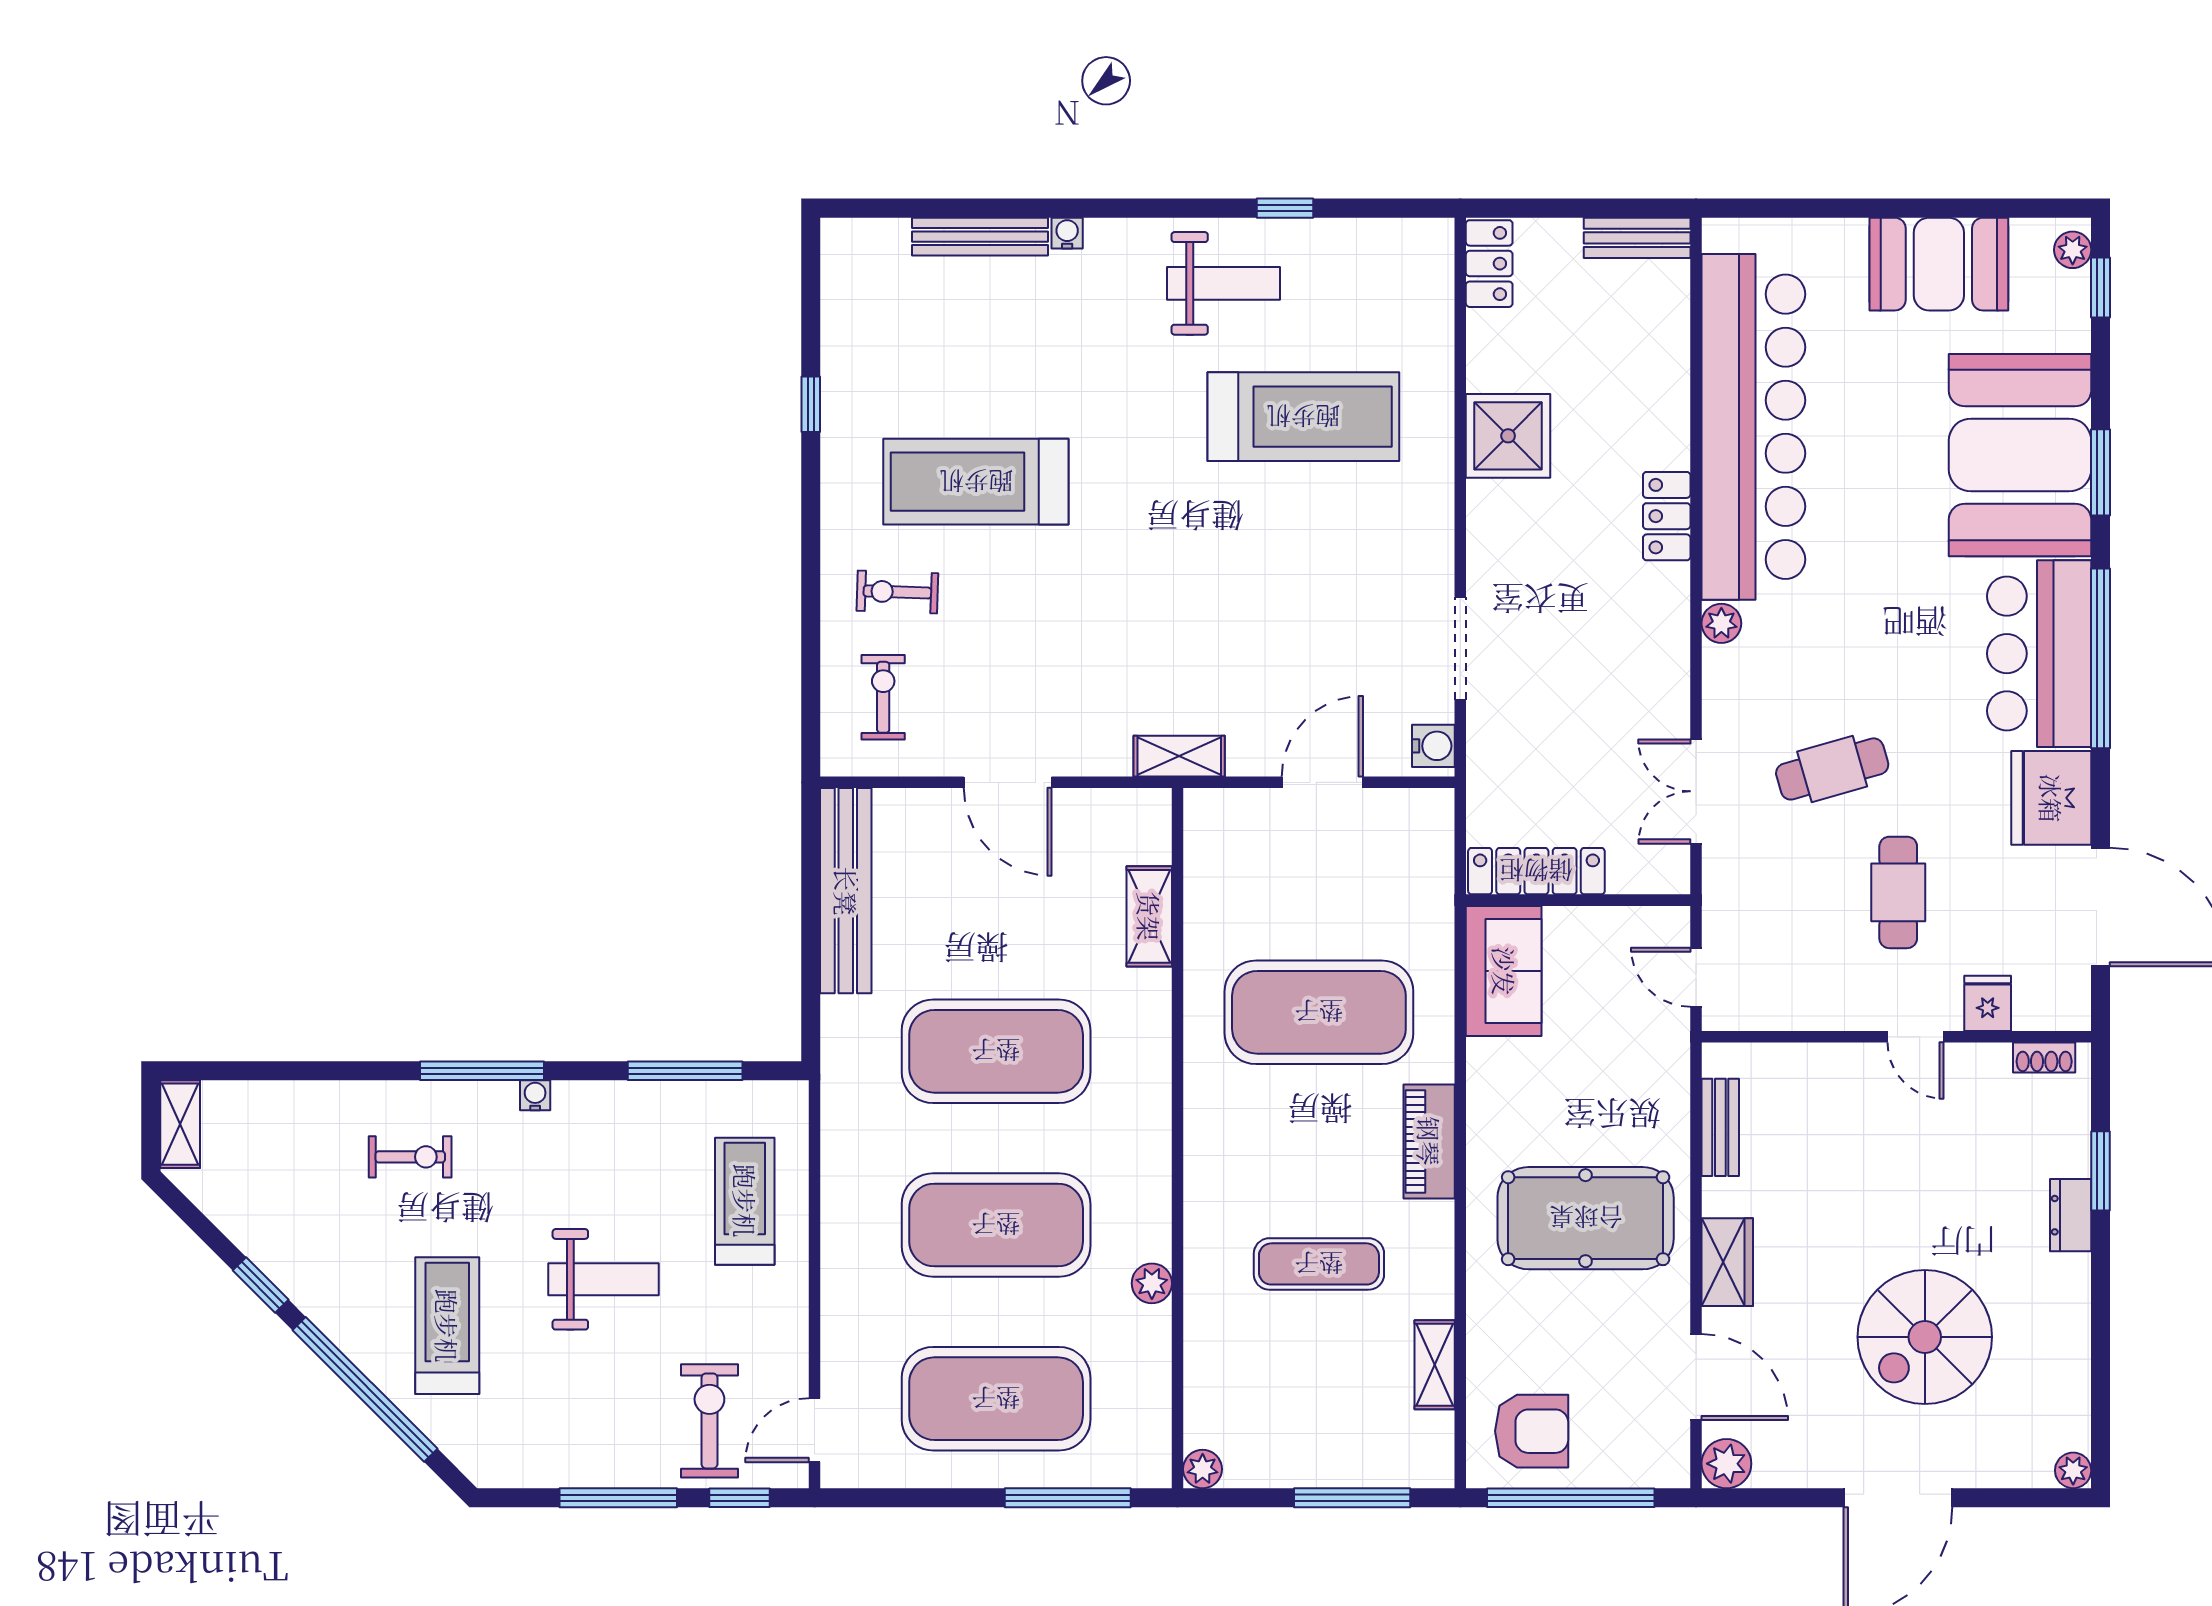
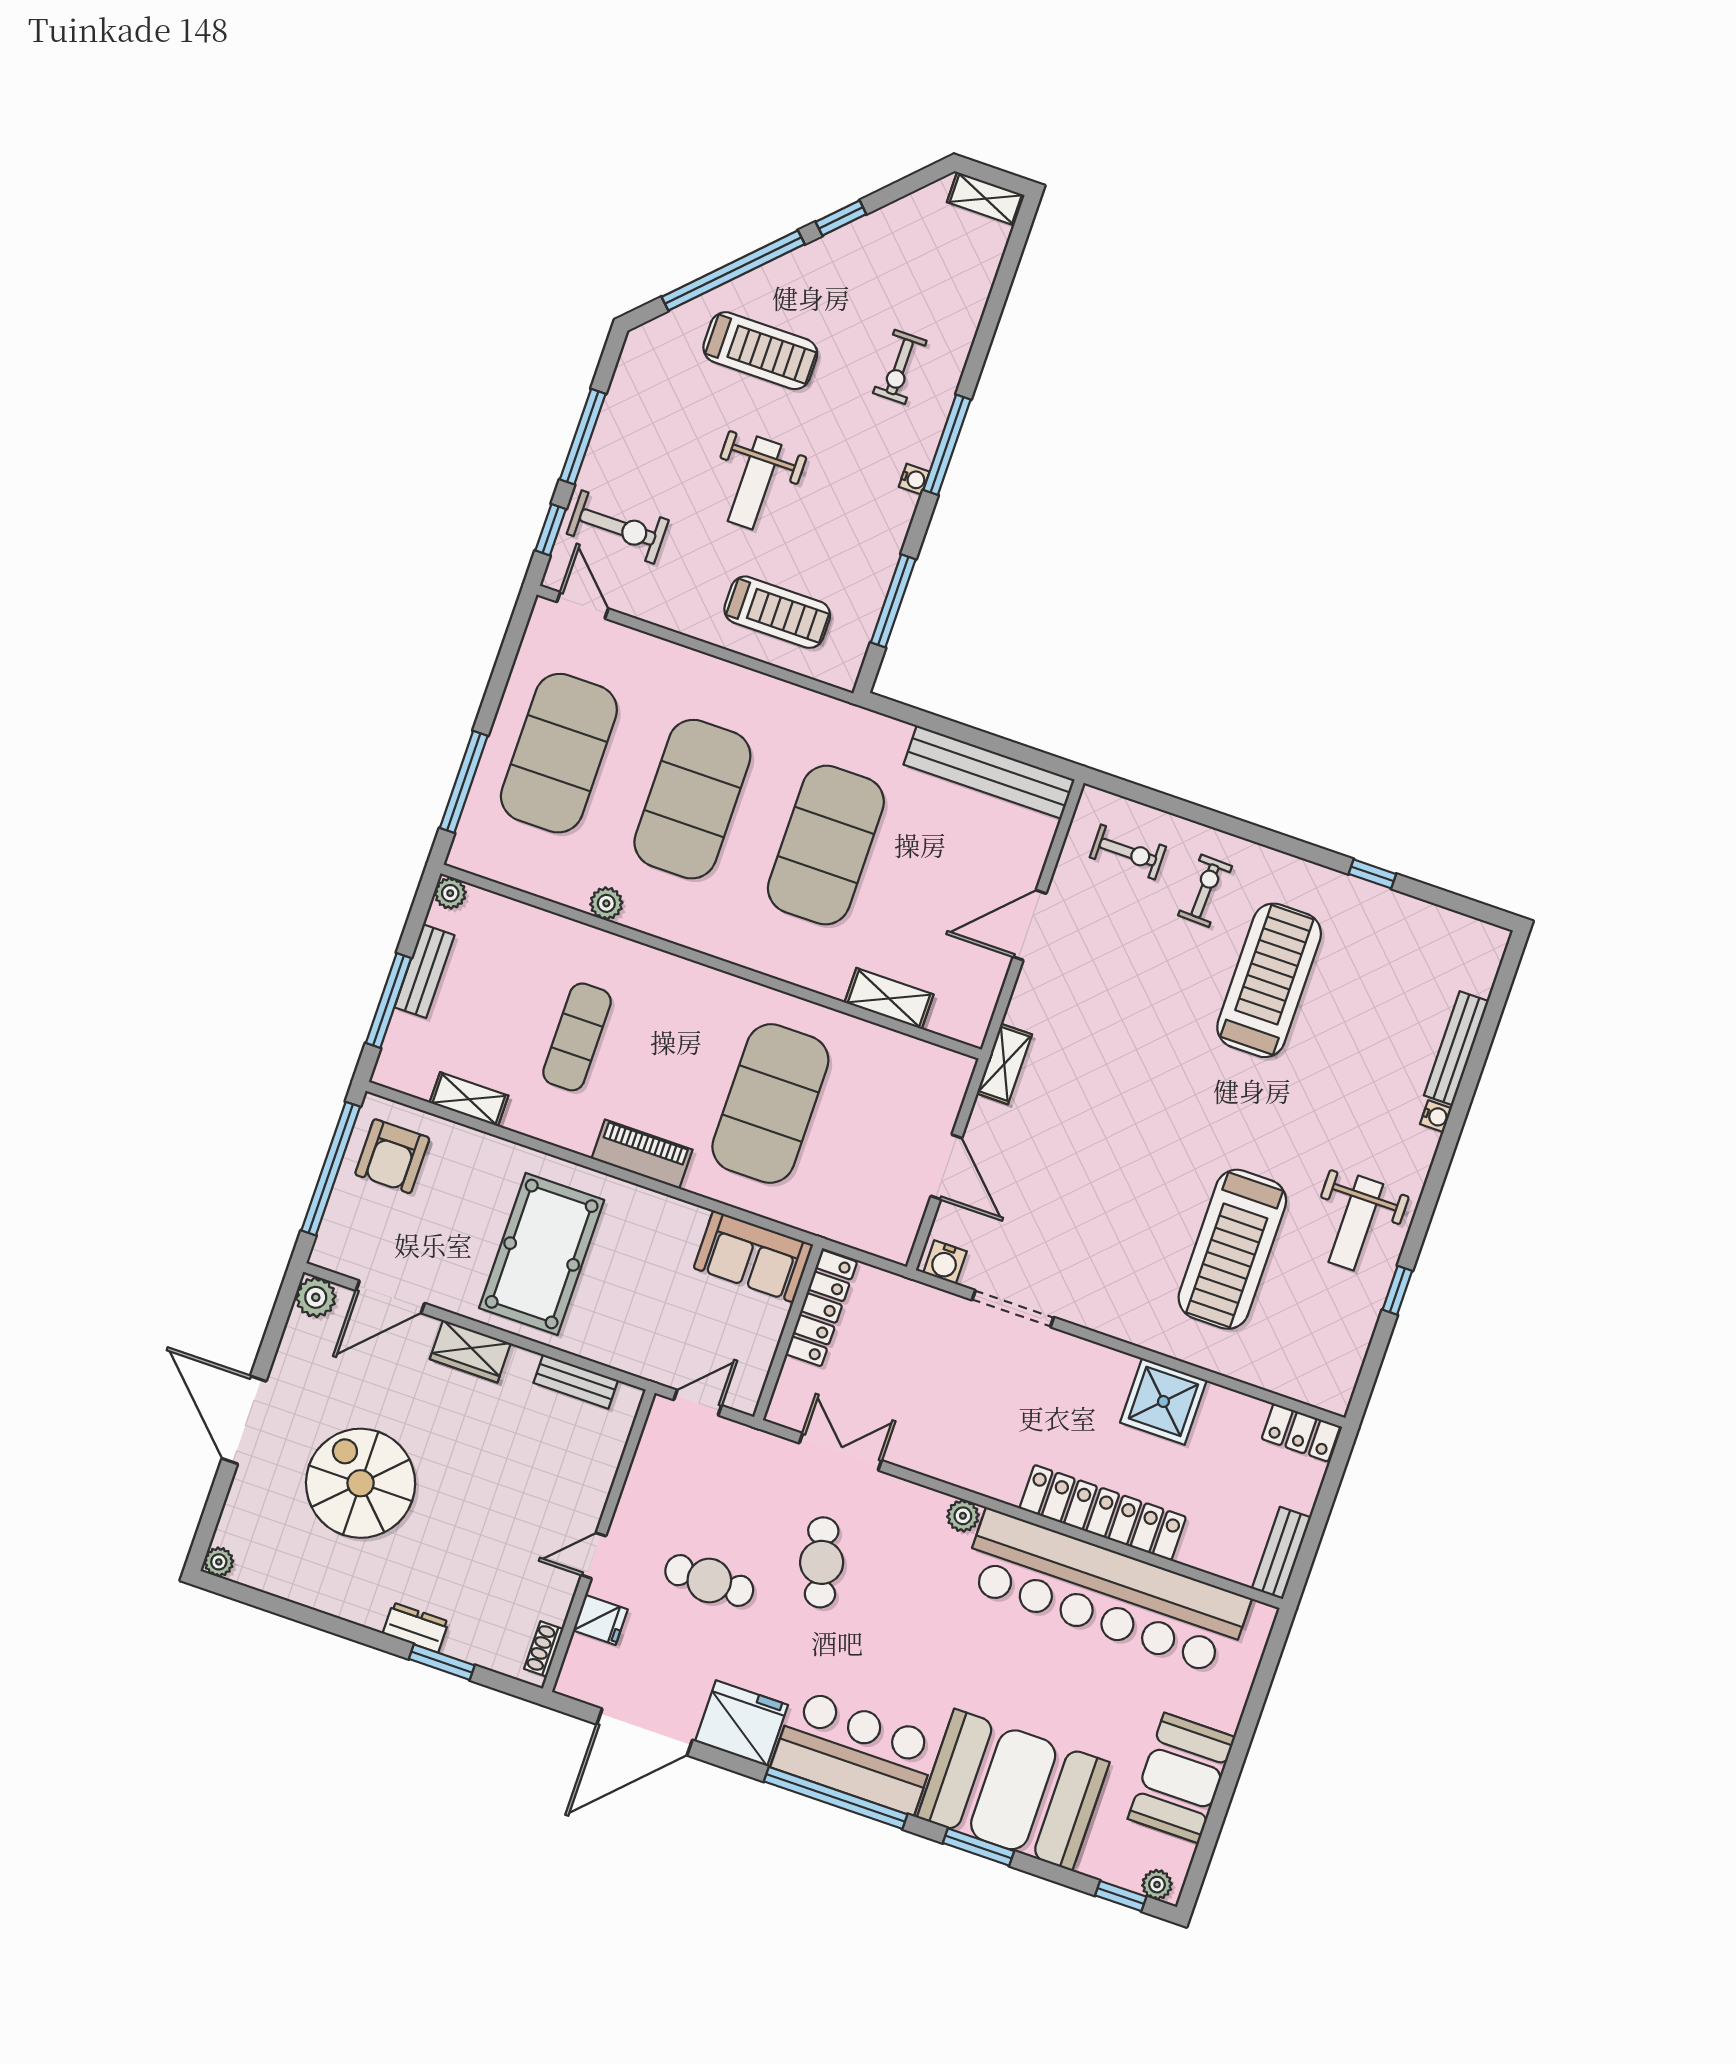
locker: (1667, 516) -> (1103, 1513), width x2.16, depth x1.21
bench: (1304, 1468) -> (424, 971), added

